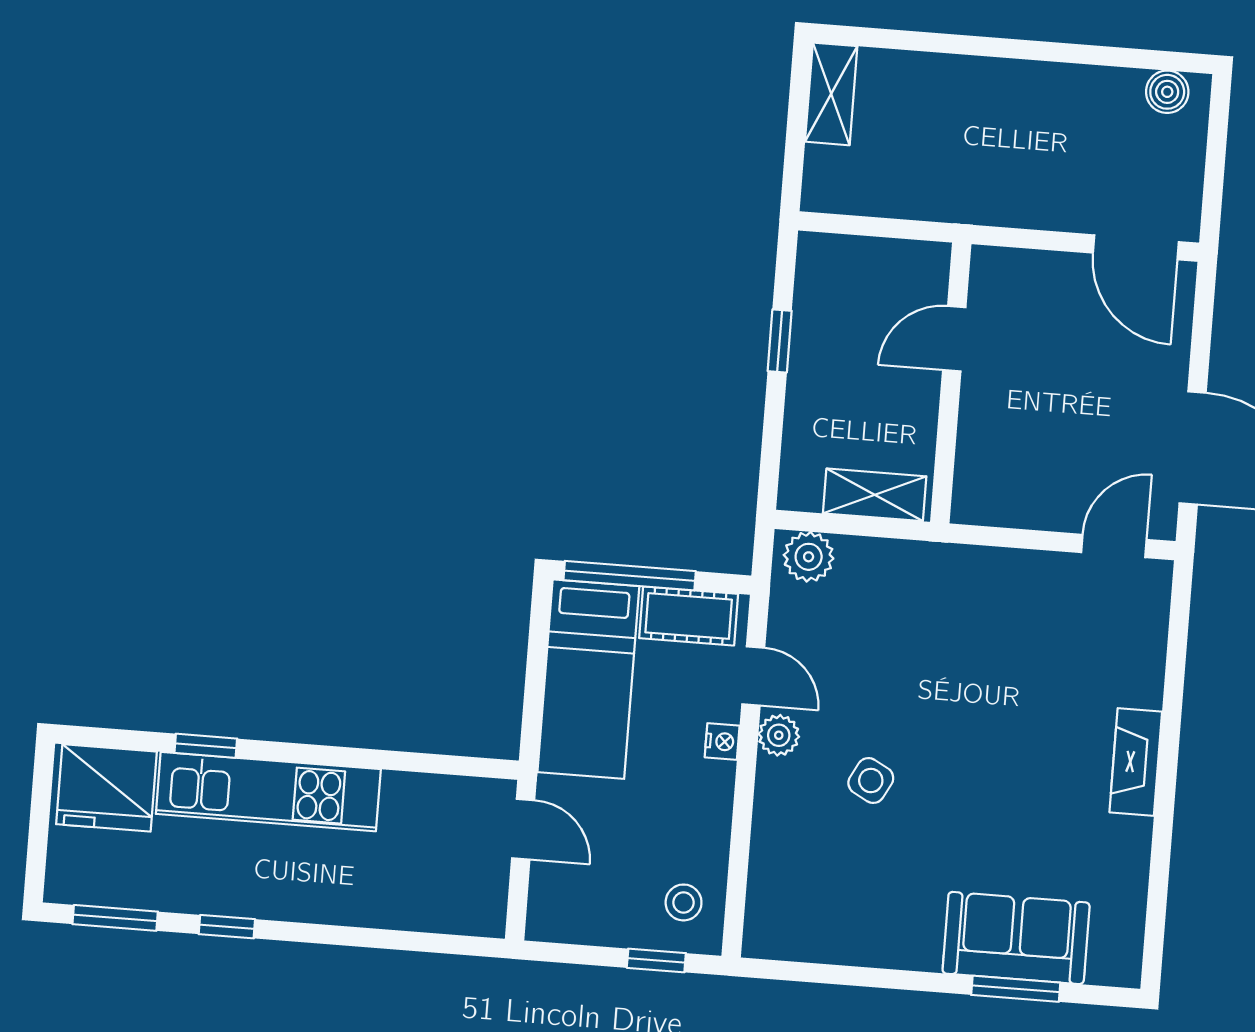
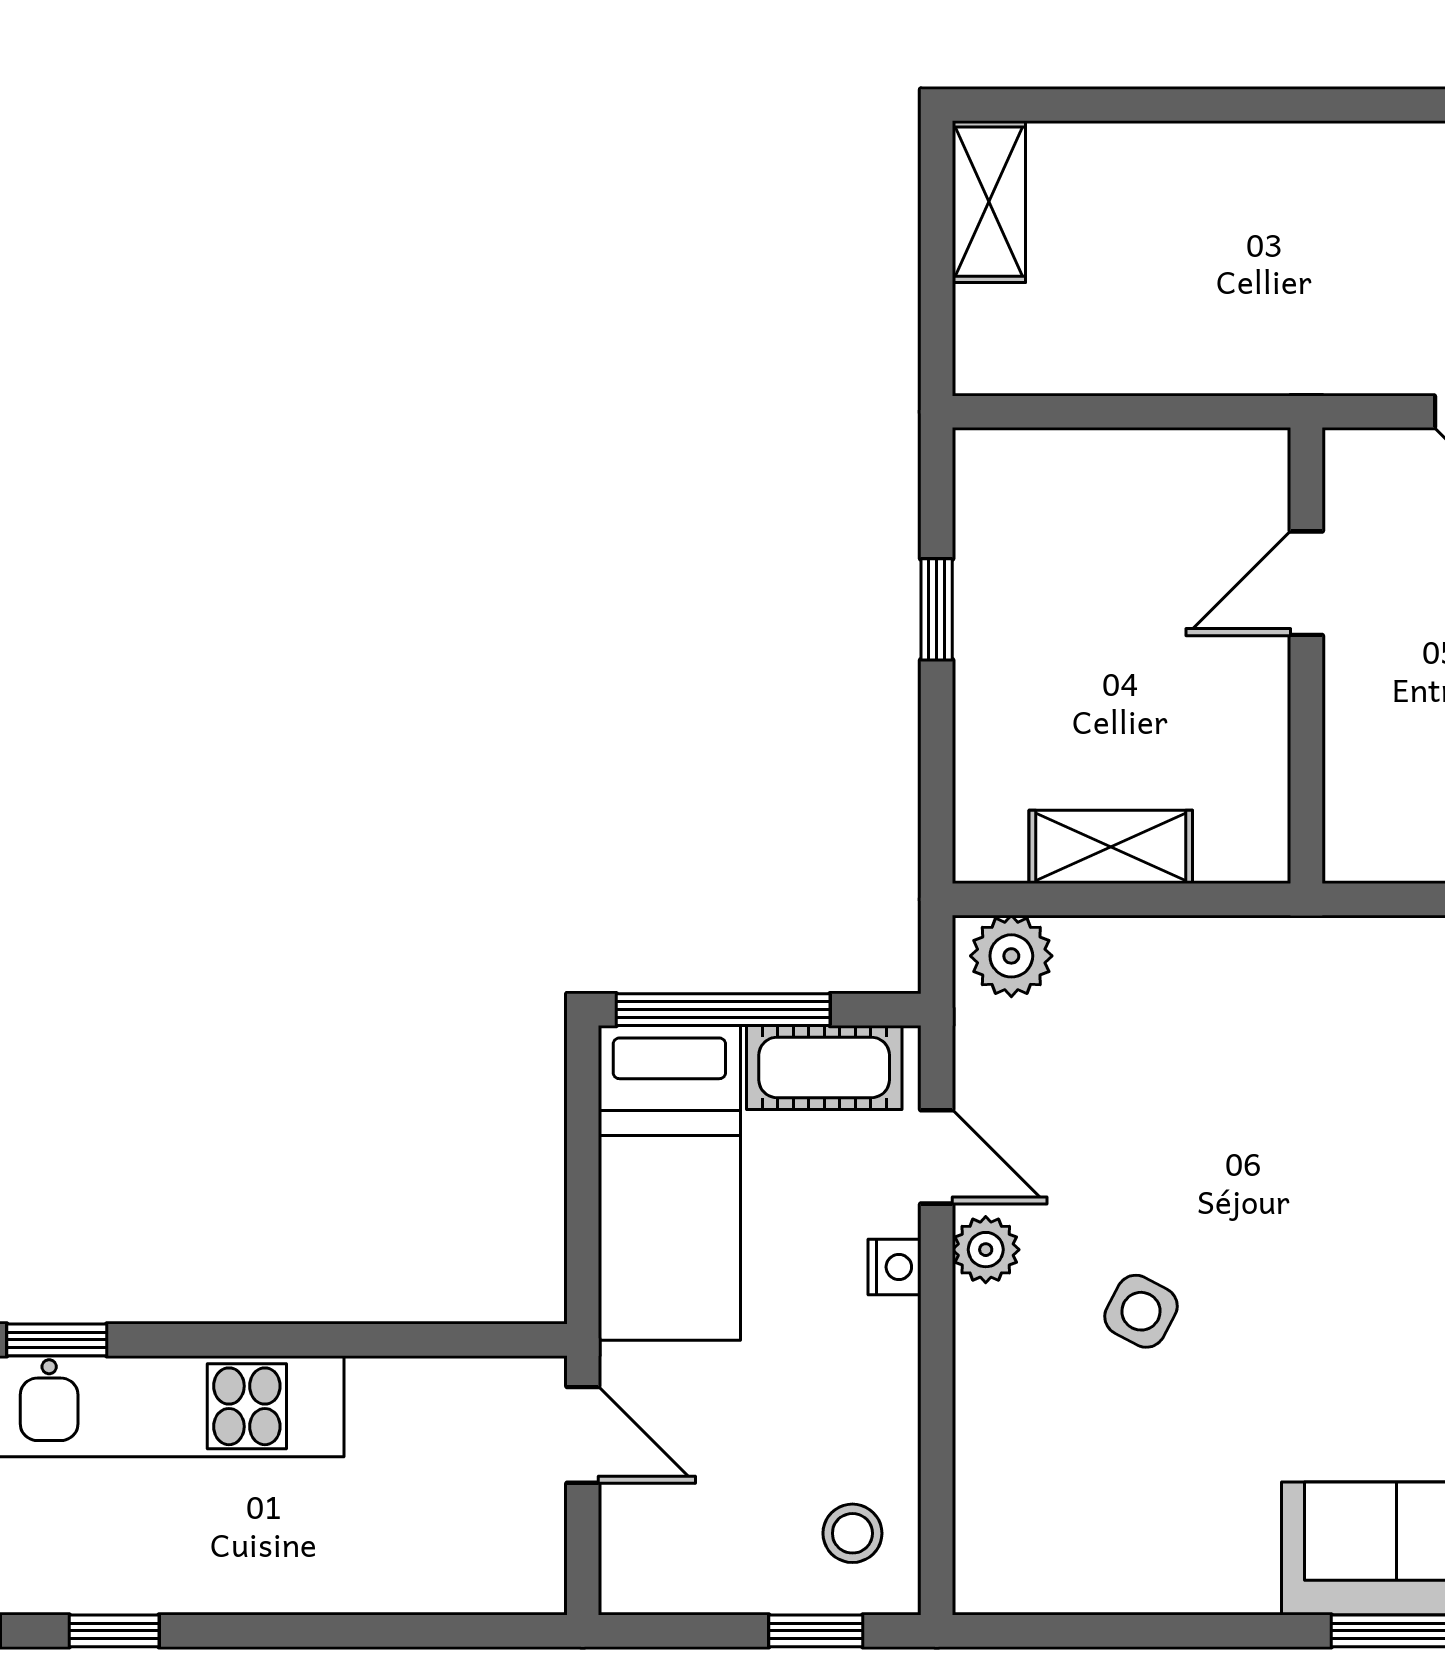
door: (954, 339) -> (1306, 583), moved
wall: (951, 383) -> (1306, 656), moved

